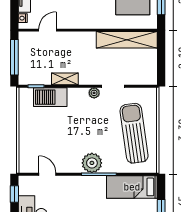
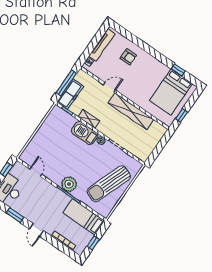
door: (47, 30) -> (109, 87), moved
shelving: (127, 40) -> (131, 111), moved
freezer: (27, 66) -> (70, 94), added
barbecue: (50, 97) -> (85, 133), moved
sun lounger: (134, 133) -> (109, 184), turned -152

